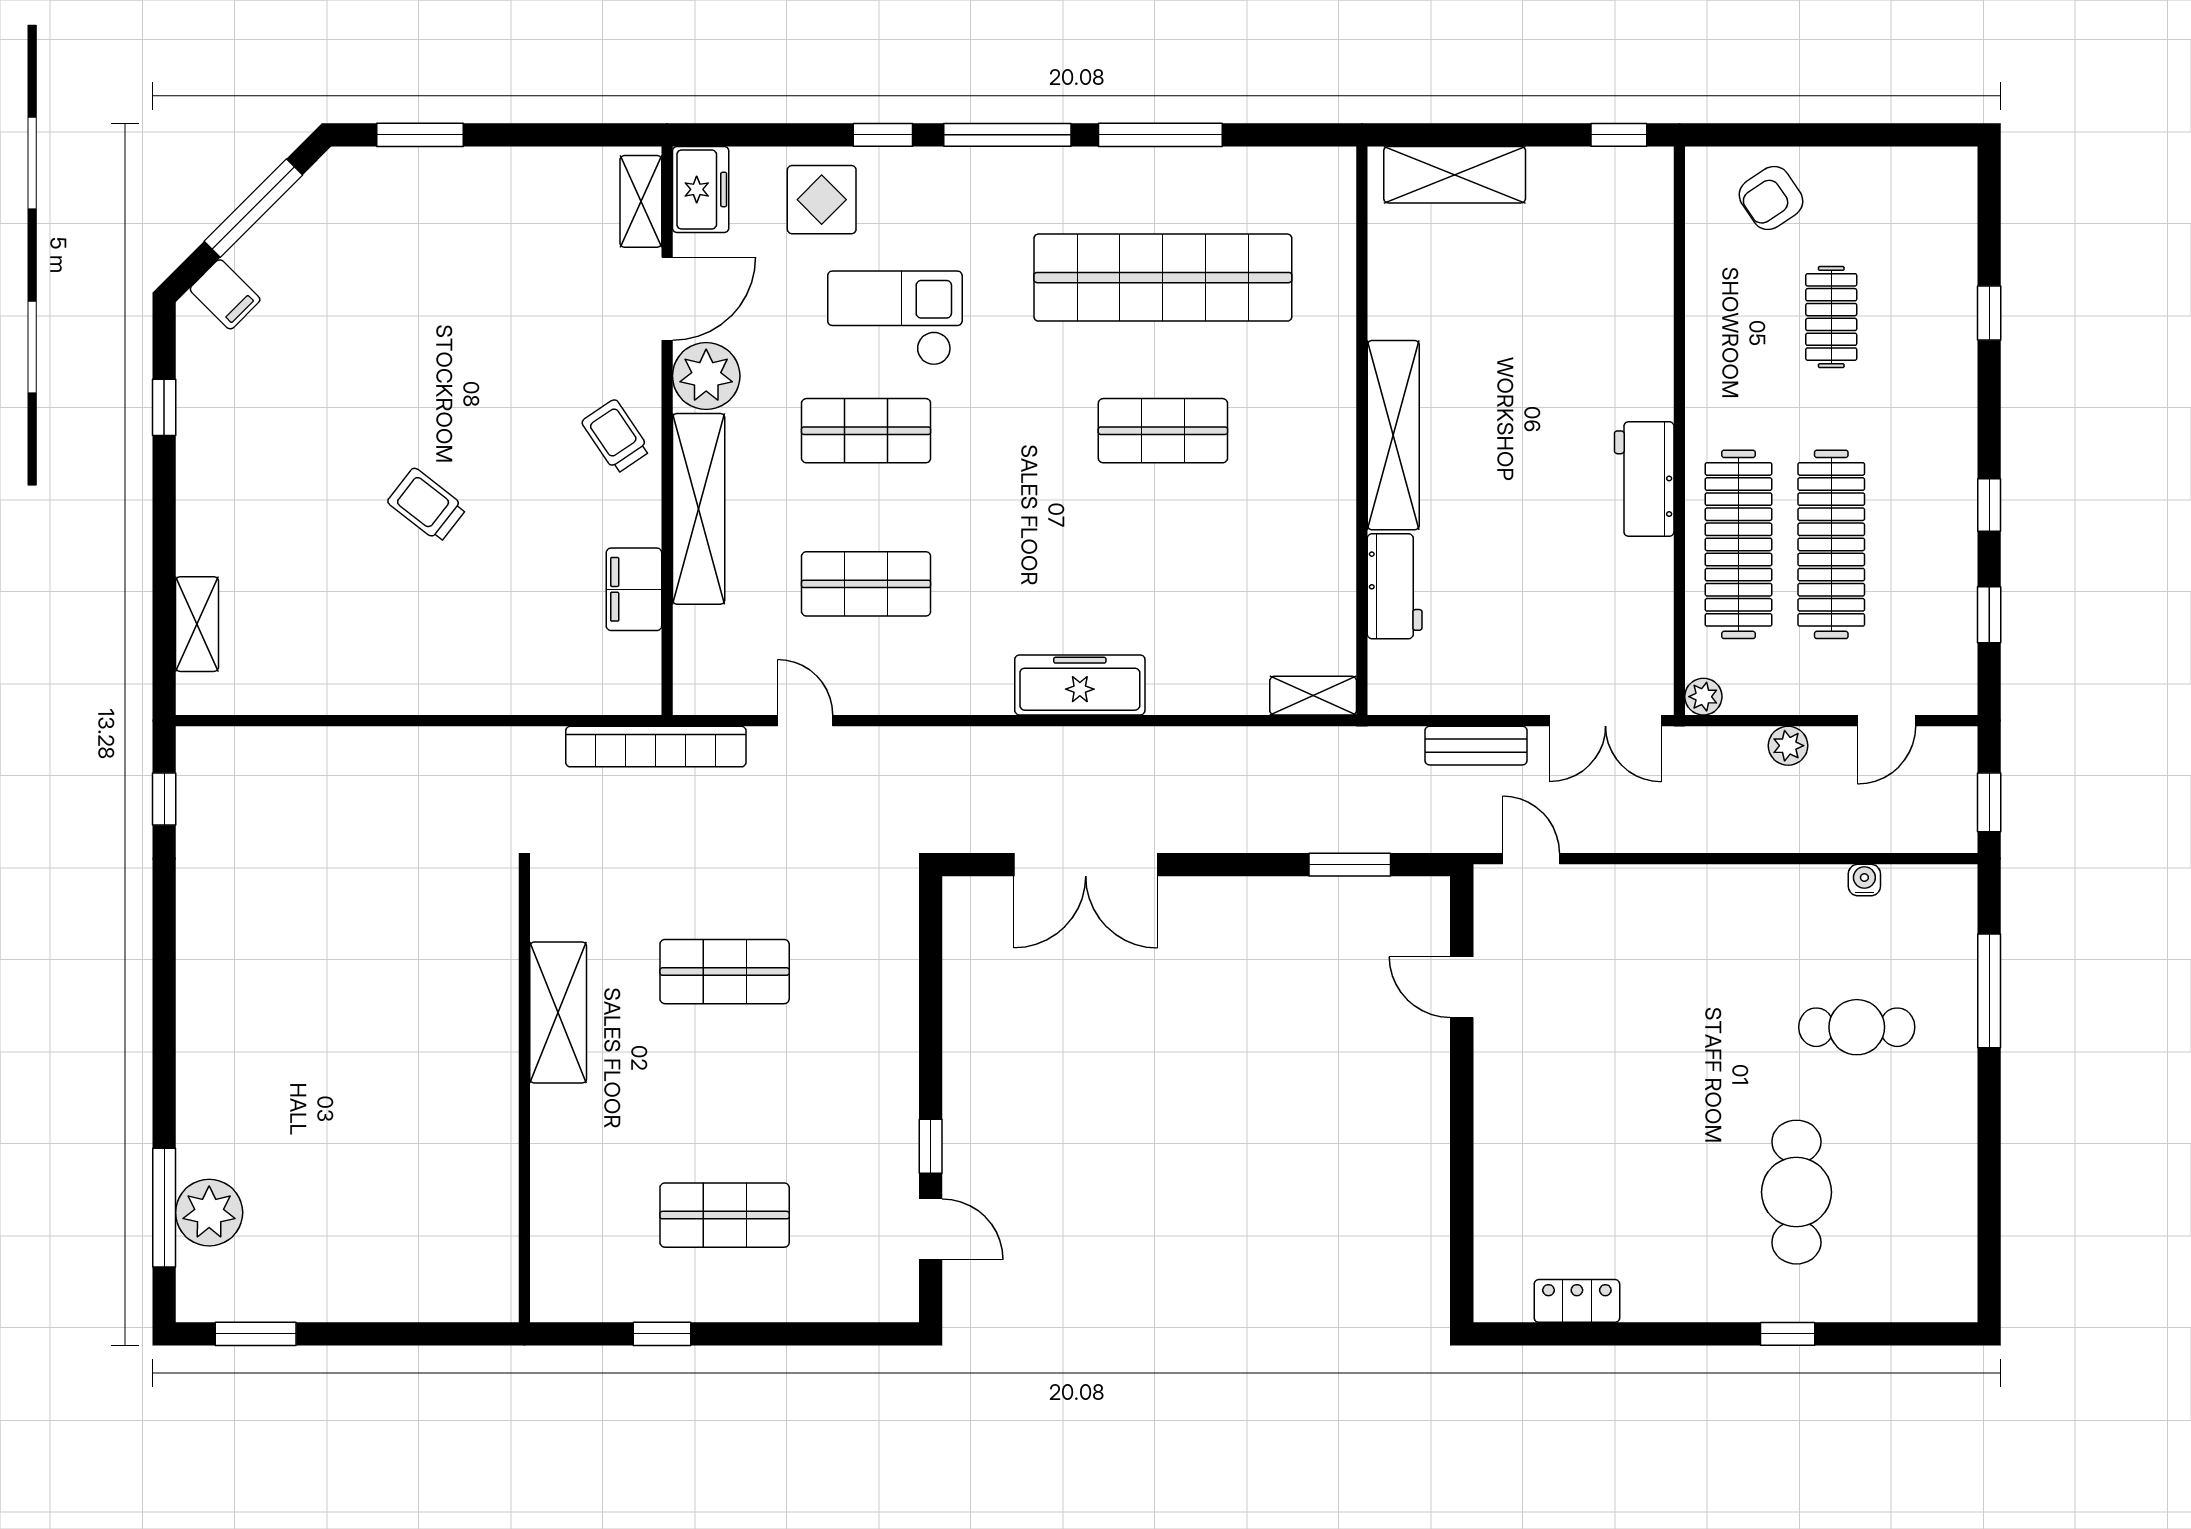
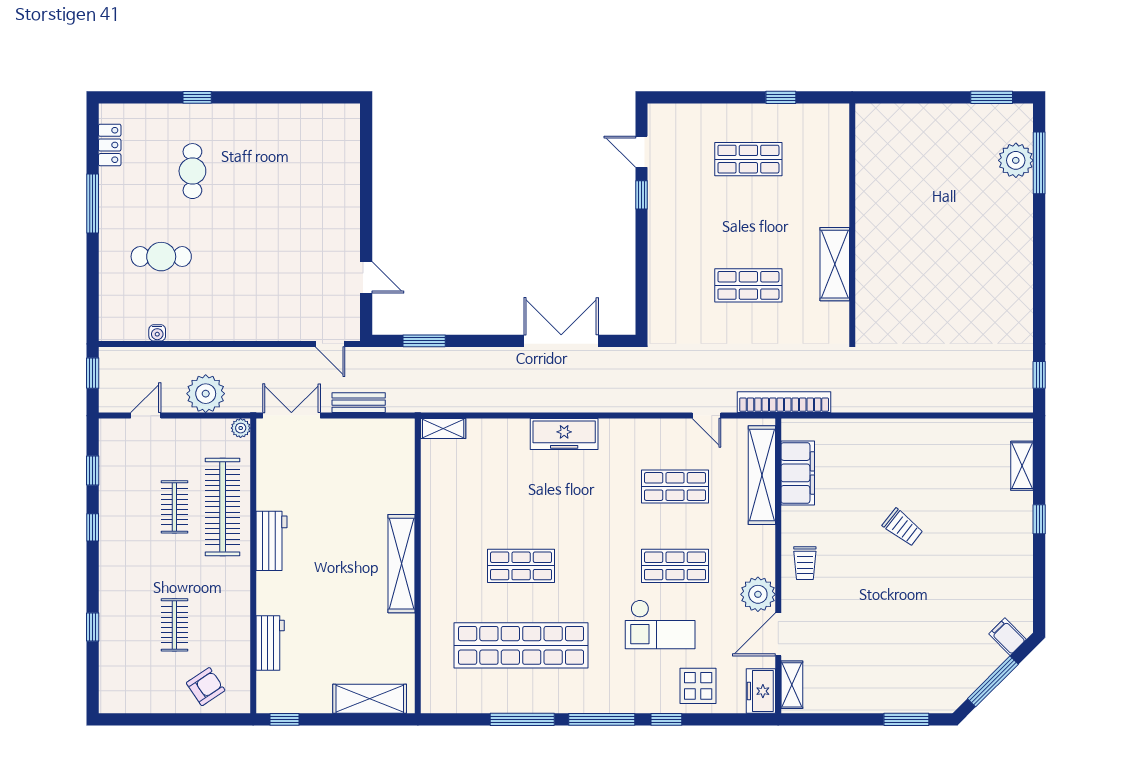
window: (164, 407) -> (1039, 519), moved
trolley: (616, 436) -> (805, 563), turned 34
shelving: (699, 509) -> (762, 475), moved
clothes rail: (1831, 544) -> (174, 507), width x0.54, depth x0.76
workbench: (1395, 586) -> (270, 643), moved, turned 180
filing cabinet: (634, 589) -> (798, 473), width x1.50, depth x1.17
plant: (1788, 746) -> (206, 394), width x1.88, depth x1.88
window: (1989, 991) -> (93, 204), moved
cafe table: (1796, 1192) -> (192, 171), width x0.73, depth x0.74
locker: (1577, 1301) -> (110, 145), moved, turned -90

